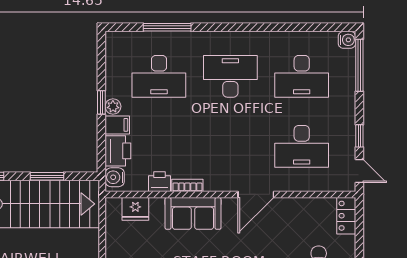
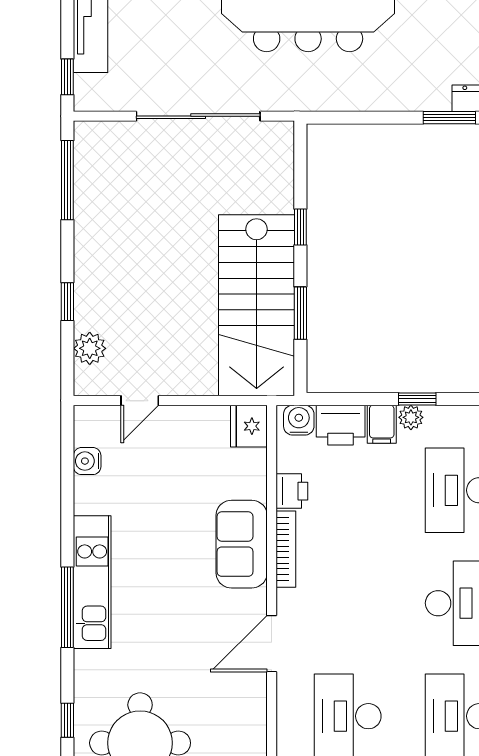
bookcase: (187, 185) -> (286, 549), width x1.56
door: (256, 194) -> (272, 644), hinge flipped
fridge: (135, 209) -> (249, 426), moved

